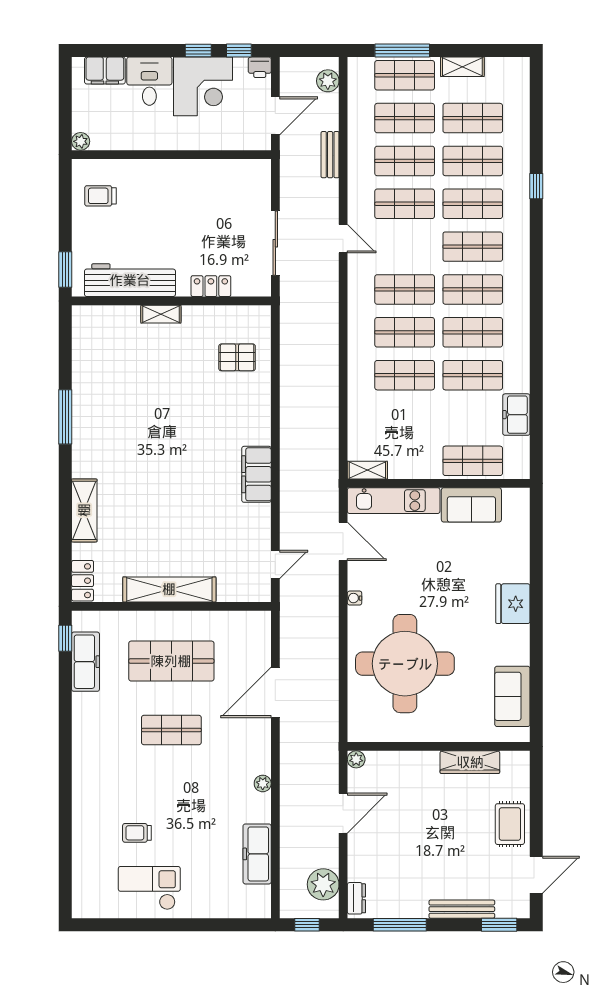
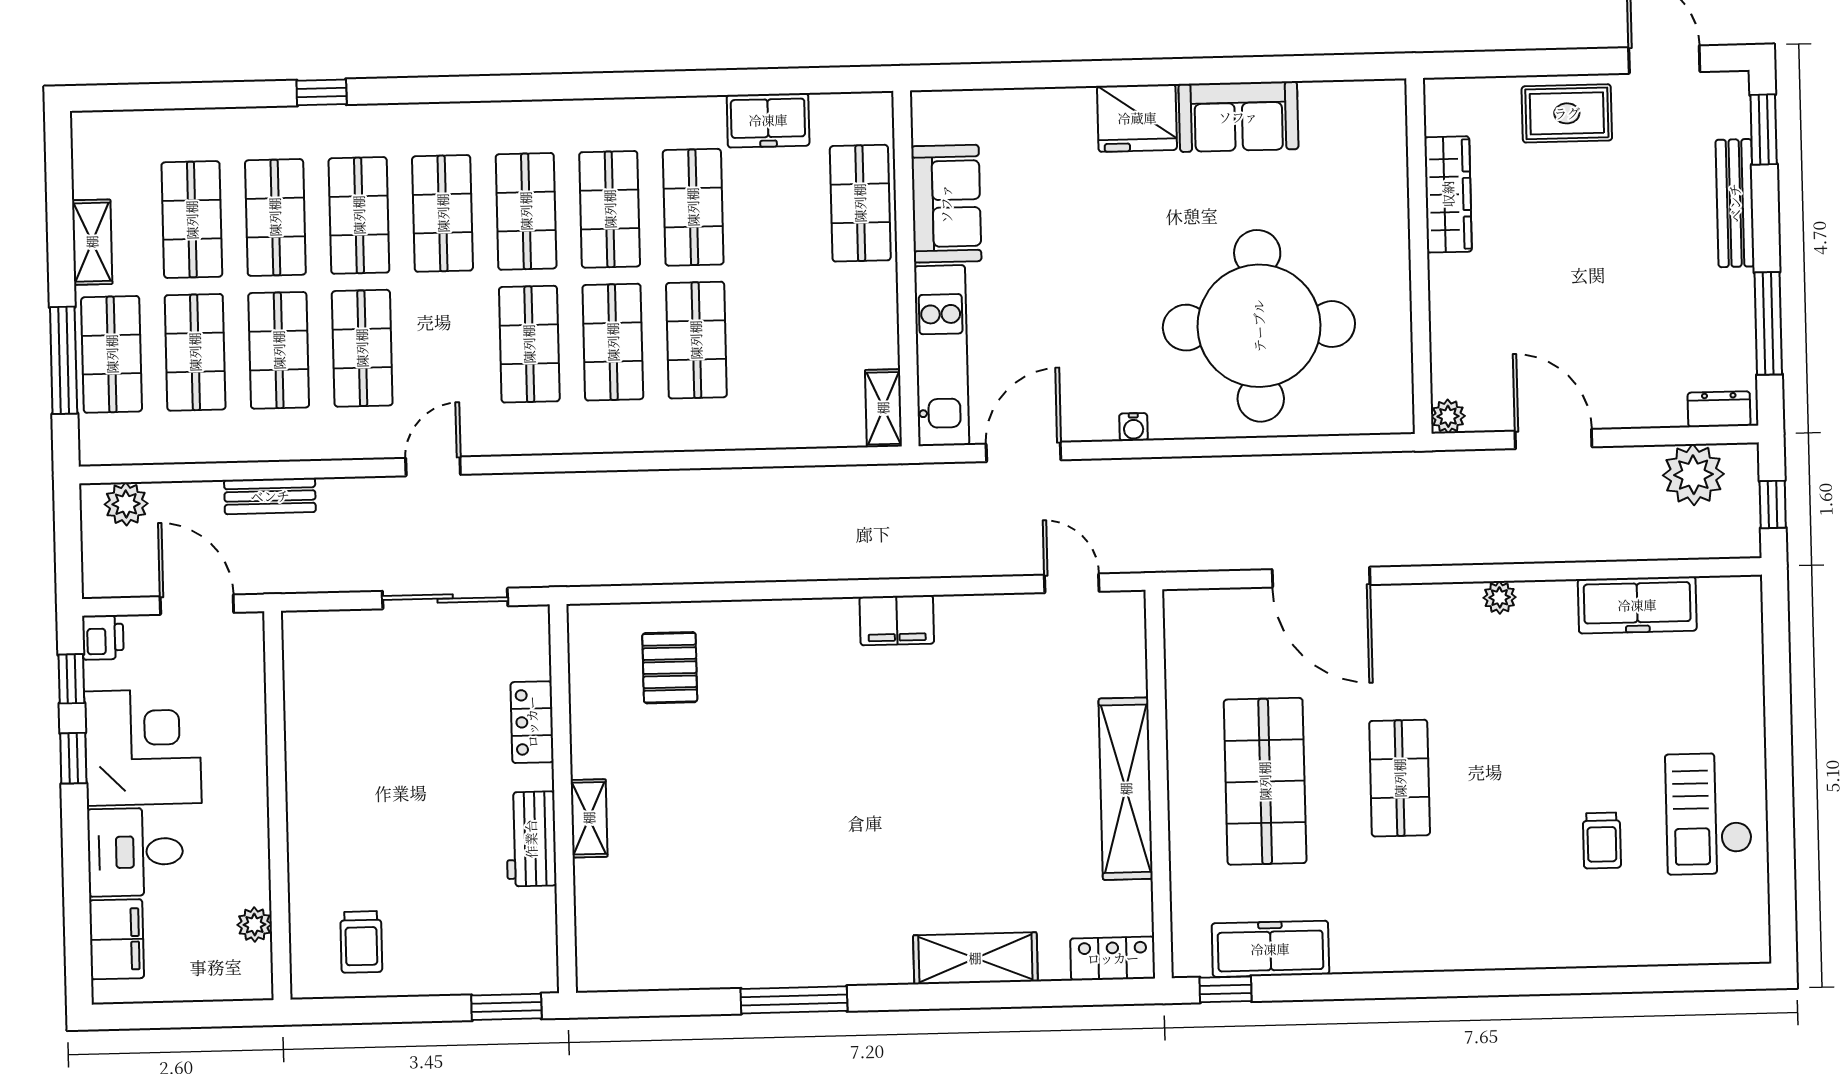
plant: (81, 141) -> (255, 925), moved
workbench: (130, 280) -> (531, 839), width x0.53, depth x0.76
filing cabinet: (256, 474) -> (897, 620), width x0.67, depth x0.86
sofa: (512, 696) -> (1238, 117), moved

